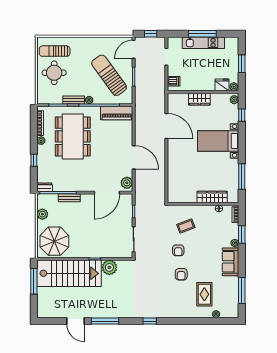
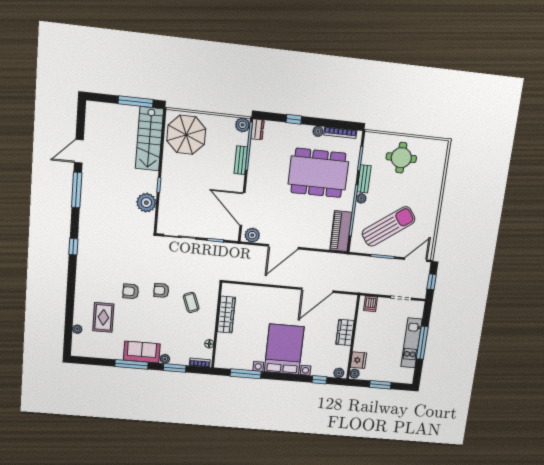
door: (134, 49) -> (416, 260), hinge flipped
sun lounger: (55, 51) -> (428, 161), removed
bed with nightstands: (218, 141) -> (284, 349), width x1.36
wardrobe: (212, 197) -> (226, 315), moved
plant: (42, 214) -> (243, 125), moved
stairs: (69, 273) -> (149, 139), width x0.73, depth x0.66
window: (242, 291) -> (132, 364), moved
rug: (204, 294) -> (103, 317), turned 90

